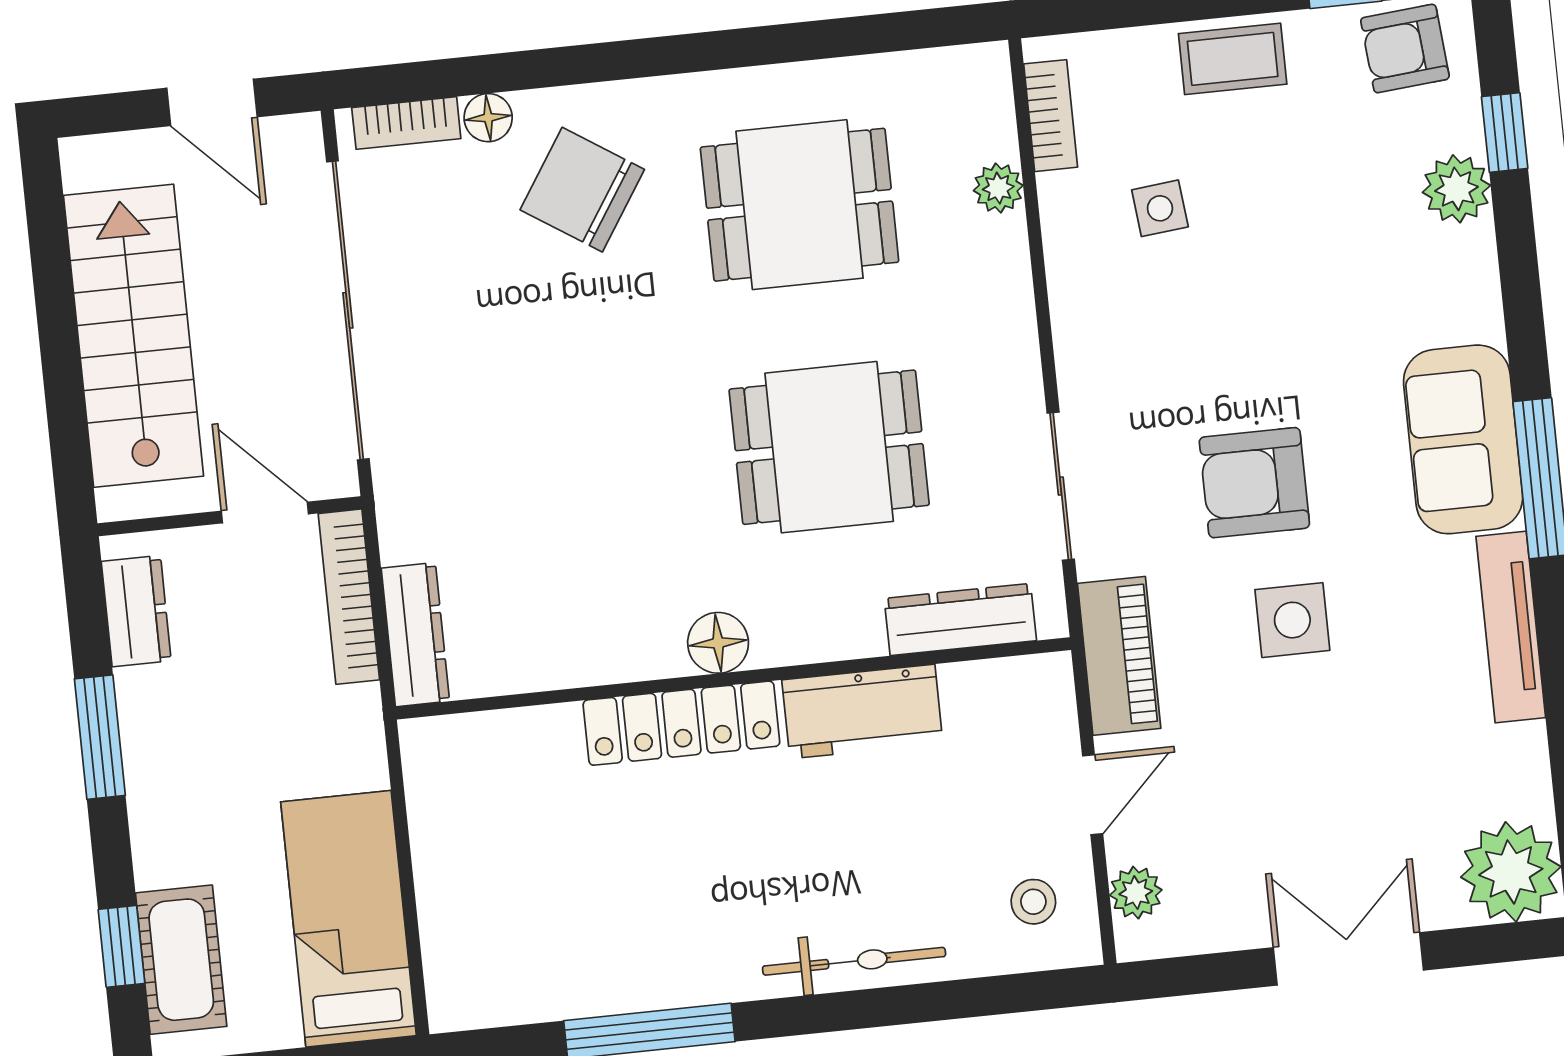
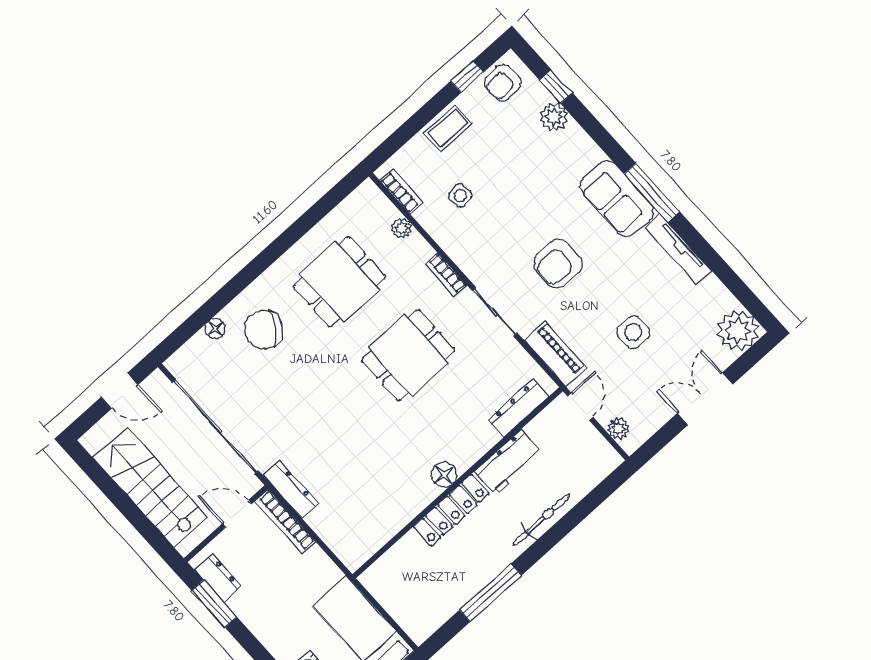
bookcase: (406, 123) -> (446, 275), moved, turned 90
dresser: (960, 619) -> (519, 408), moved
side table: (1292, 620) -> (633, 332), moved
dresser: (415, 635) -> (291, 489), moved
floor lamp: (718, 643) -> (444, 475), moved
wall: (733, 678) -> (458, 483), moved
workbench: (862, 711) -> (508, 462), moved
locker: (681, 723) -> (451, 510), moved
window: (100, 737) -> (214, 604), moved
stool: (1033, 902) -> (587, 456), removed

